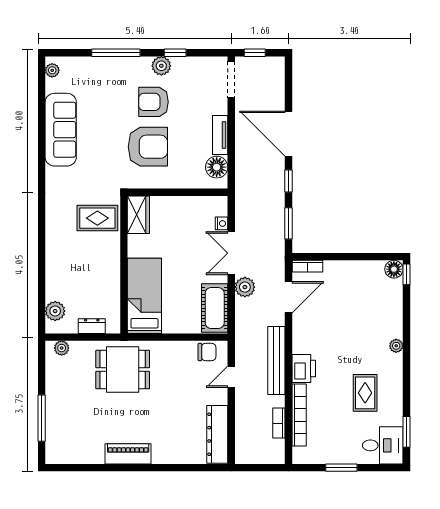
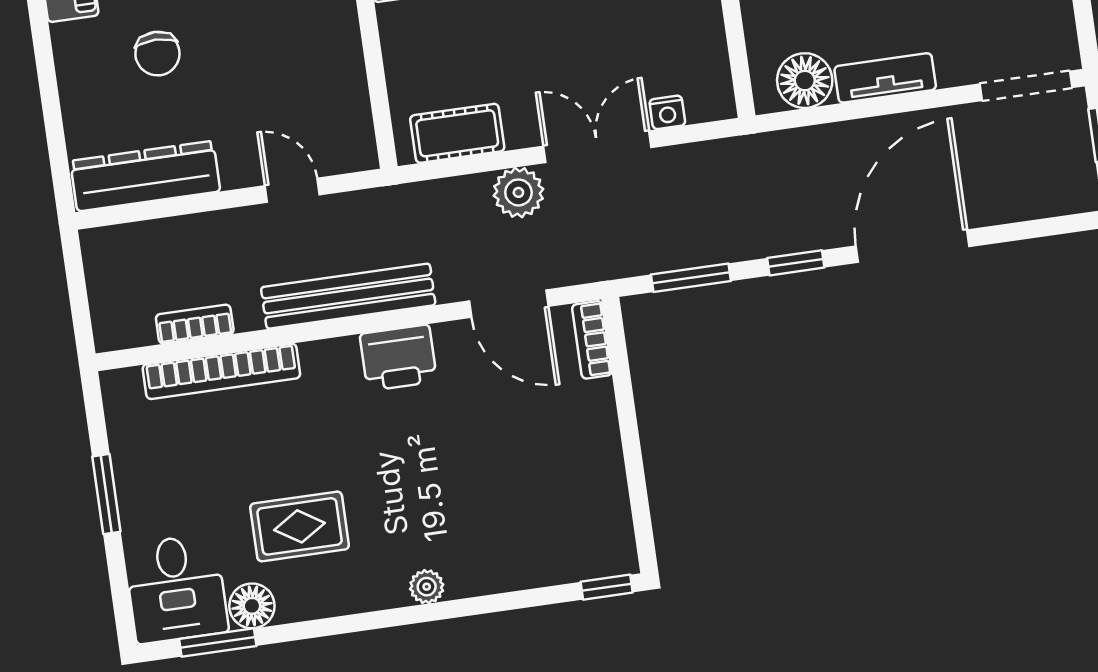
floor lamp: (394, 269) -> (252, 606), moved
cot: (215, 308) -> (457, 133), width x0.73, depth x0.75
chair: (207, 352) -> (157, 54), moved
printer: (304, 368) -> (398, 358), moved

